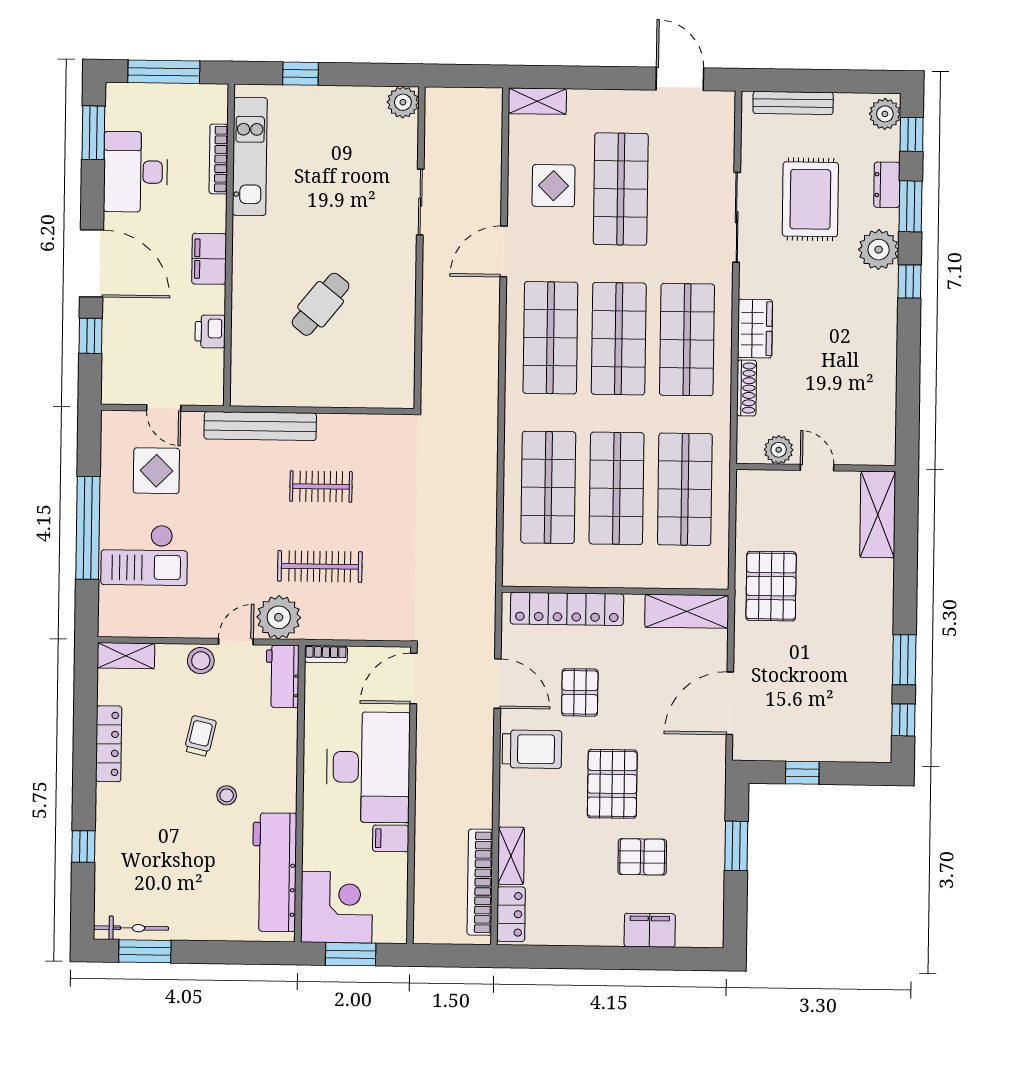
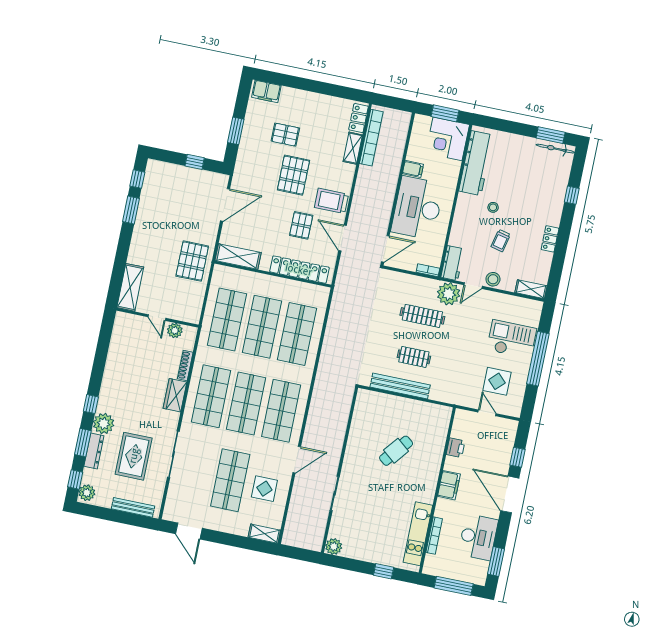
dresser: (887, 185) -> (94, 451), width x1.44
bench: (260, 426) -> (400, 386), moved
locker: (109, 744) -> (550, 239), width x0.66
filing cabinet: (650, 930) -> (266, 91), moved

